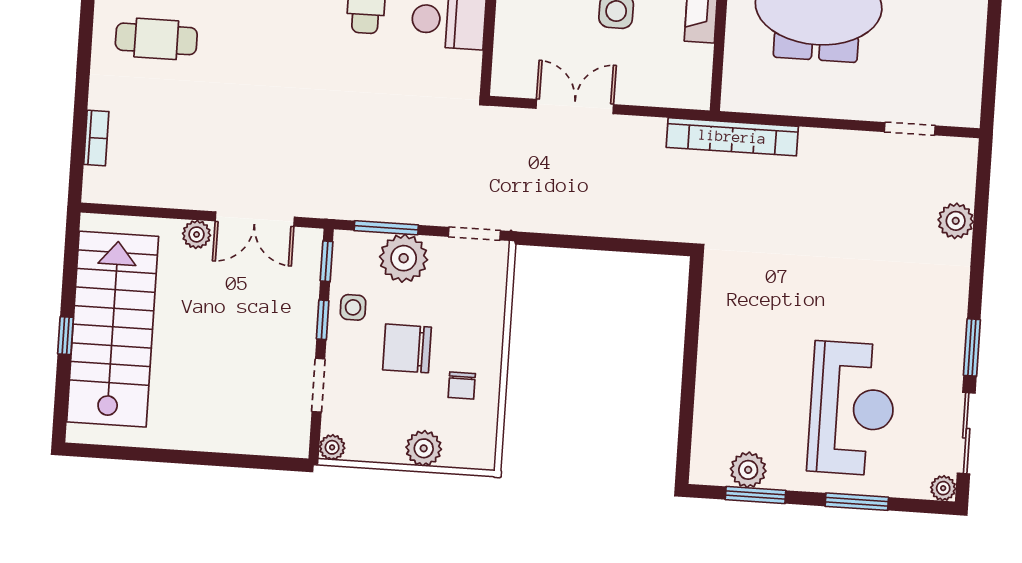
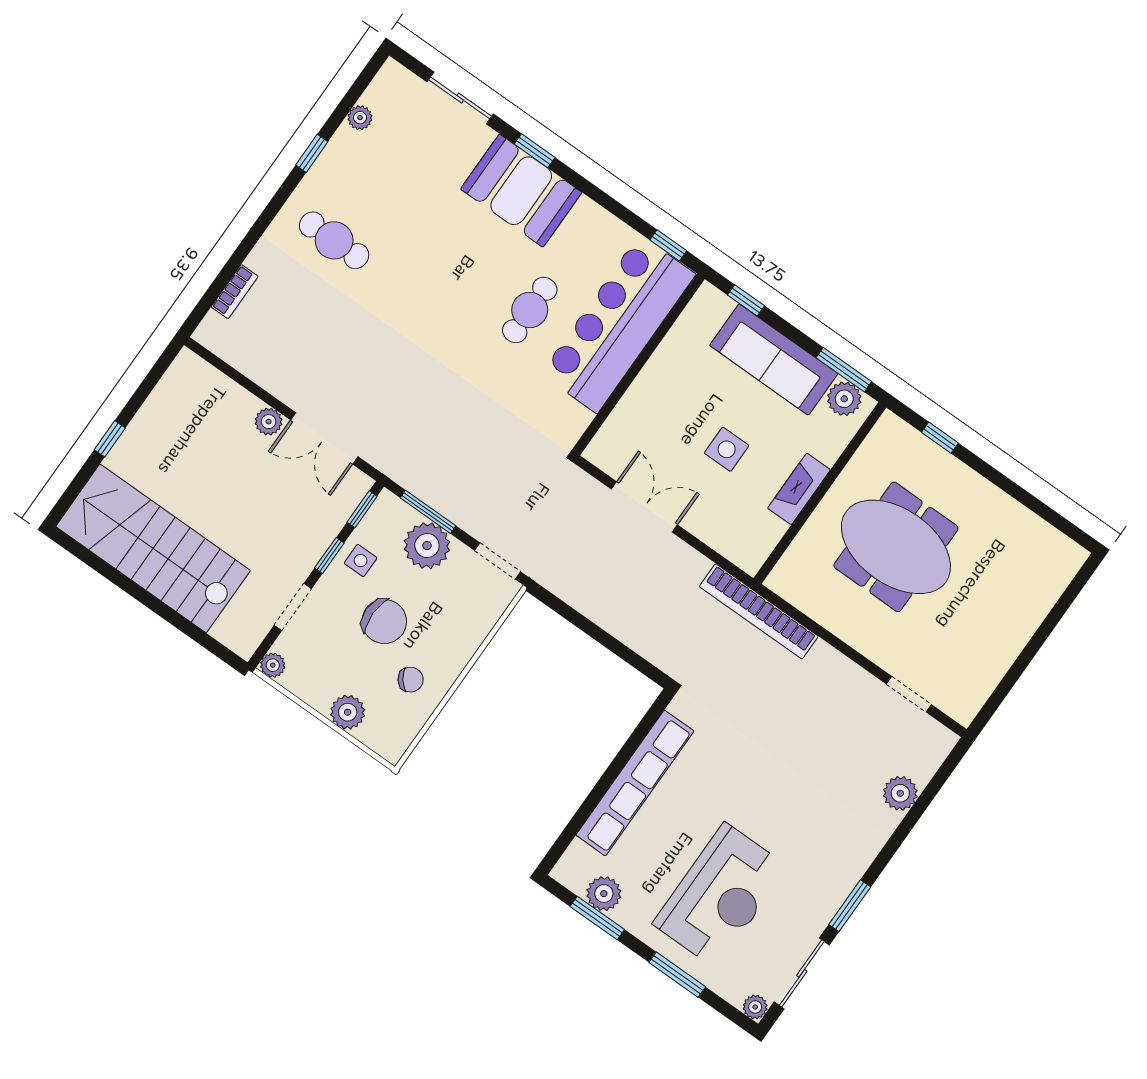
stairs: (113, 329) -> (153, 548), moved, turned -90
chair: (407, 348) -> (384, 621), turned 180
row of seats: (716, 355) -> (635, 783), added
chair: (462, 385) -> (411, 680), turned -127

